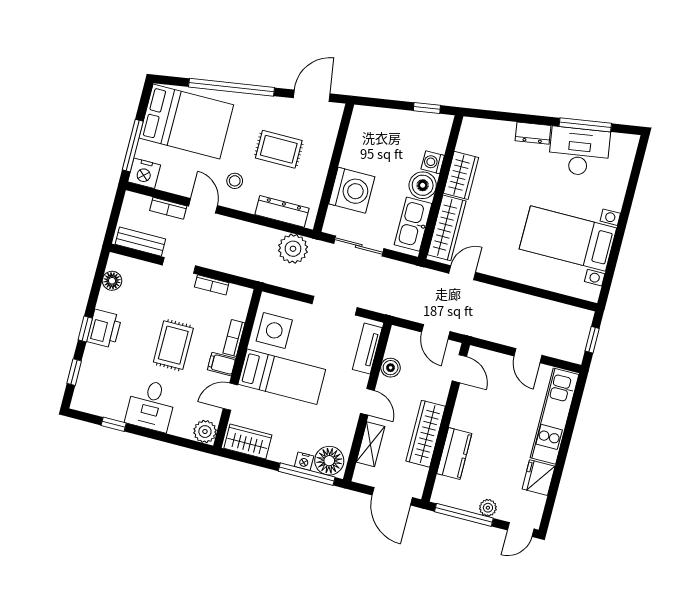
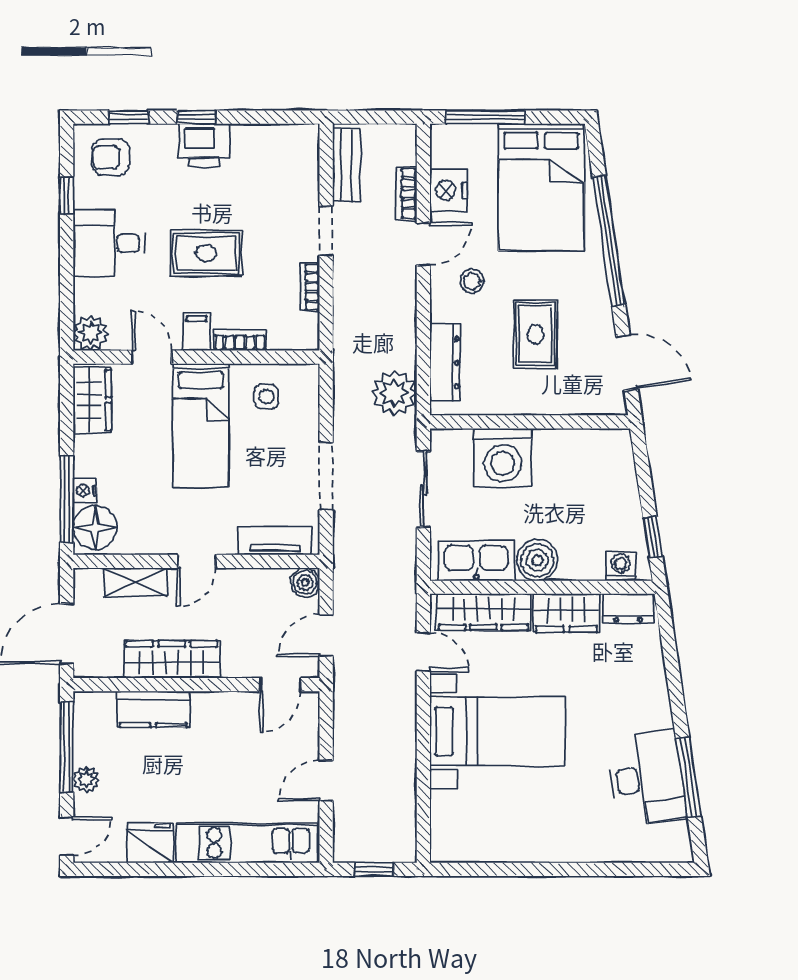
dresser: (533, 133) -> (628, 608), moved, turned -82
washing machine: (433, 162) -> (621, 566), moved
nightstand: (144, 173) -> (449, 190), moved
bed with nightstands: (568, 239) -> (498, 731), moved, turned 90
floor lamp: (112, 281) -> (278, 138), removed
side table: (274, 330) -> (266, 397), width x0.54, depth x0.54
boiler: (391, 368) -> (305, 582), moved
armchair: (97, 390) -> (111, 157), added
door: (521, 529) -> (67, 836), swing flipped

